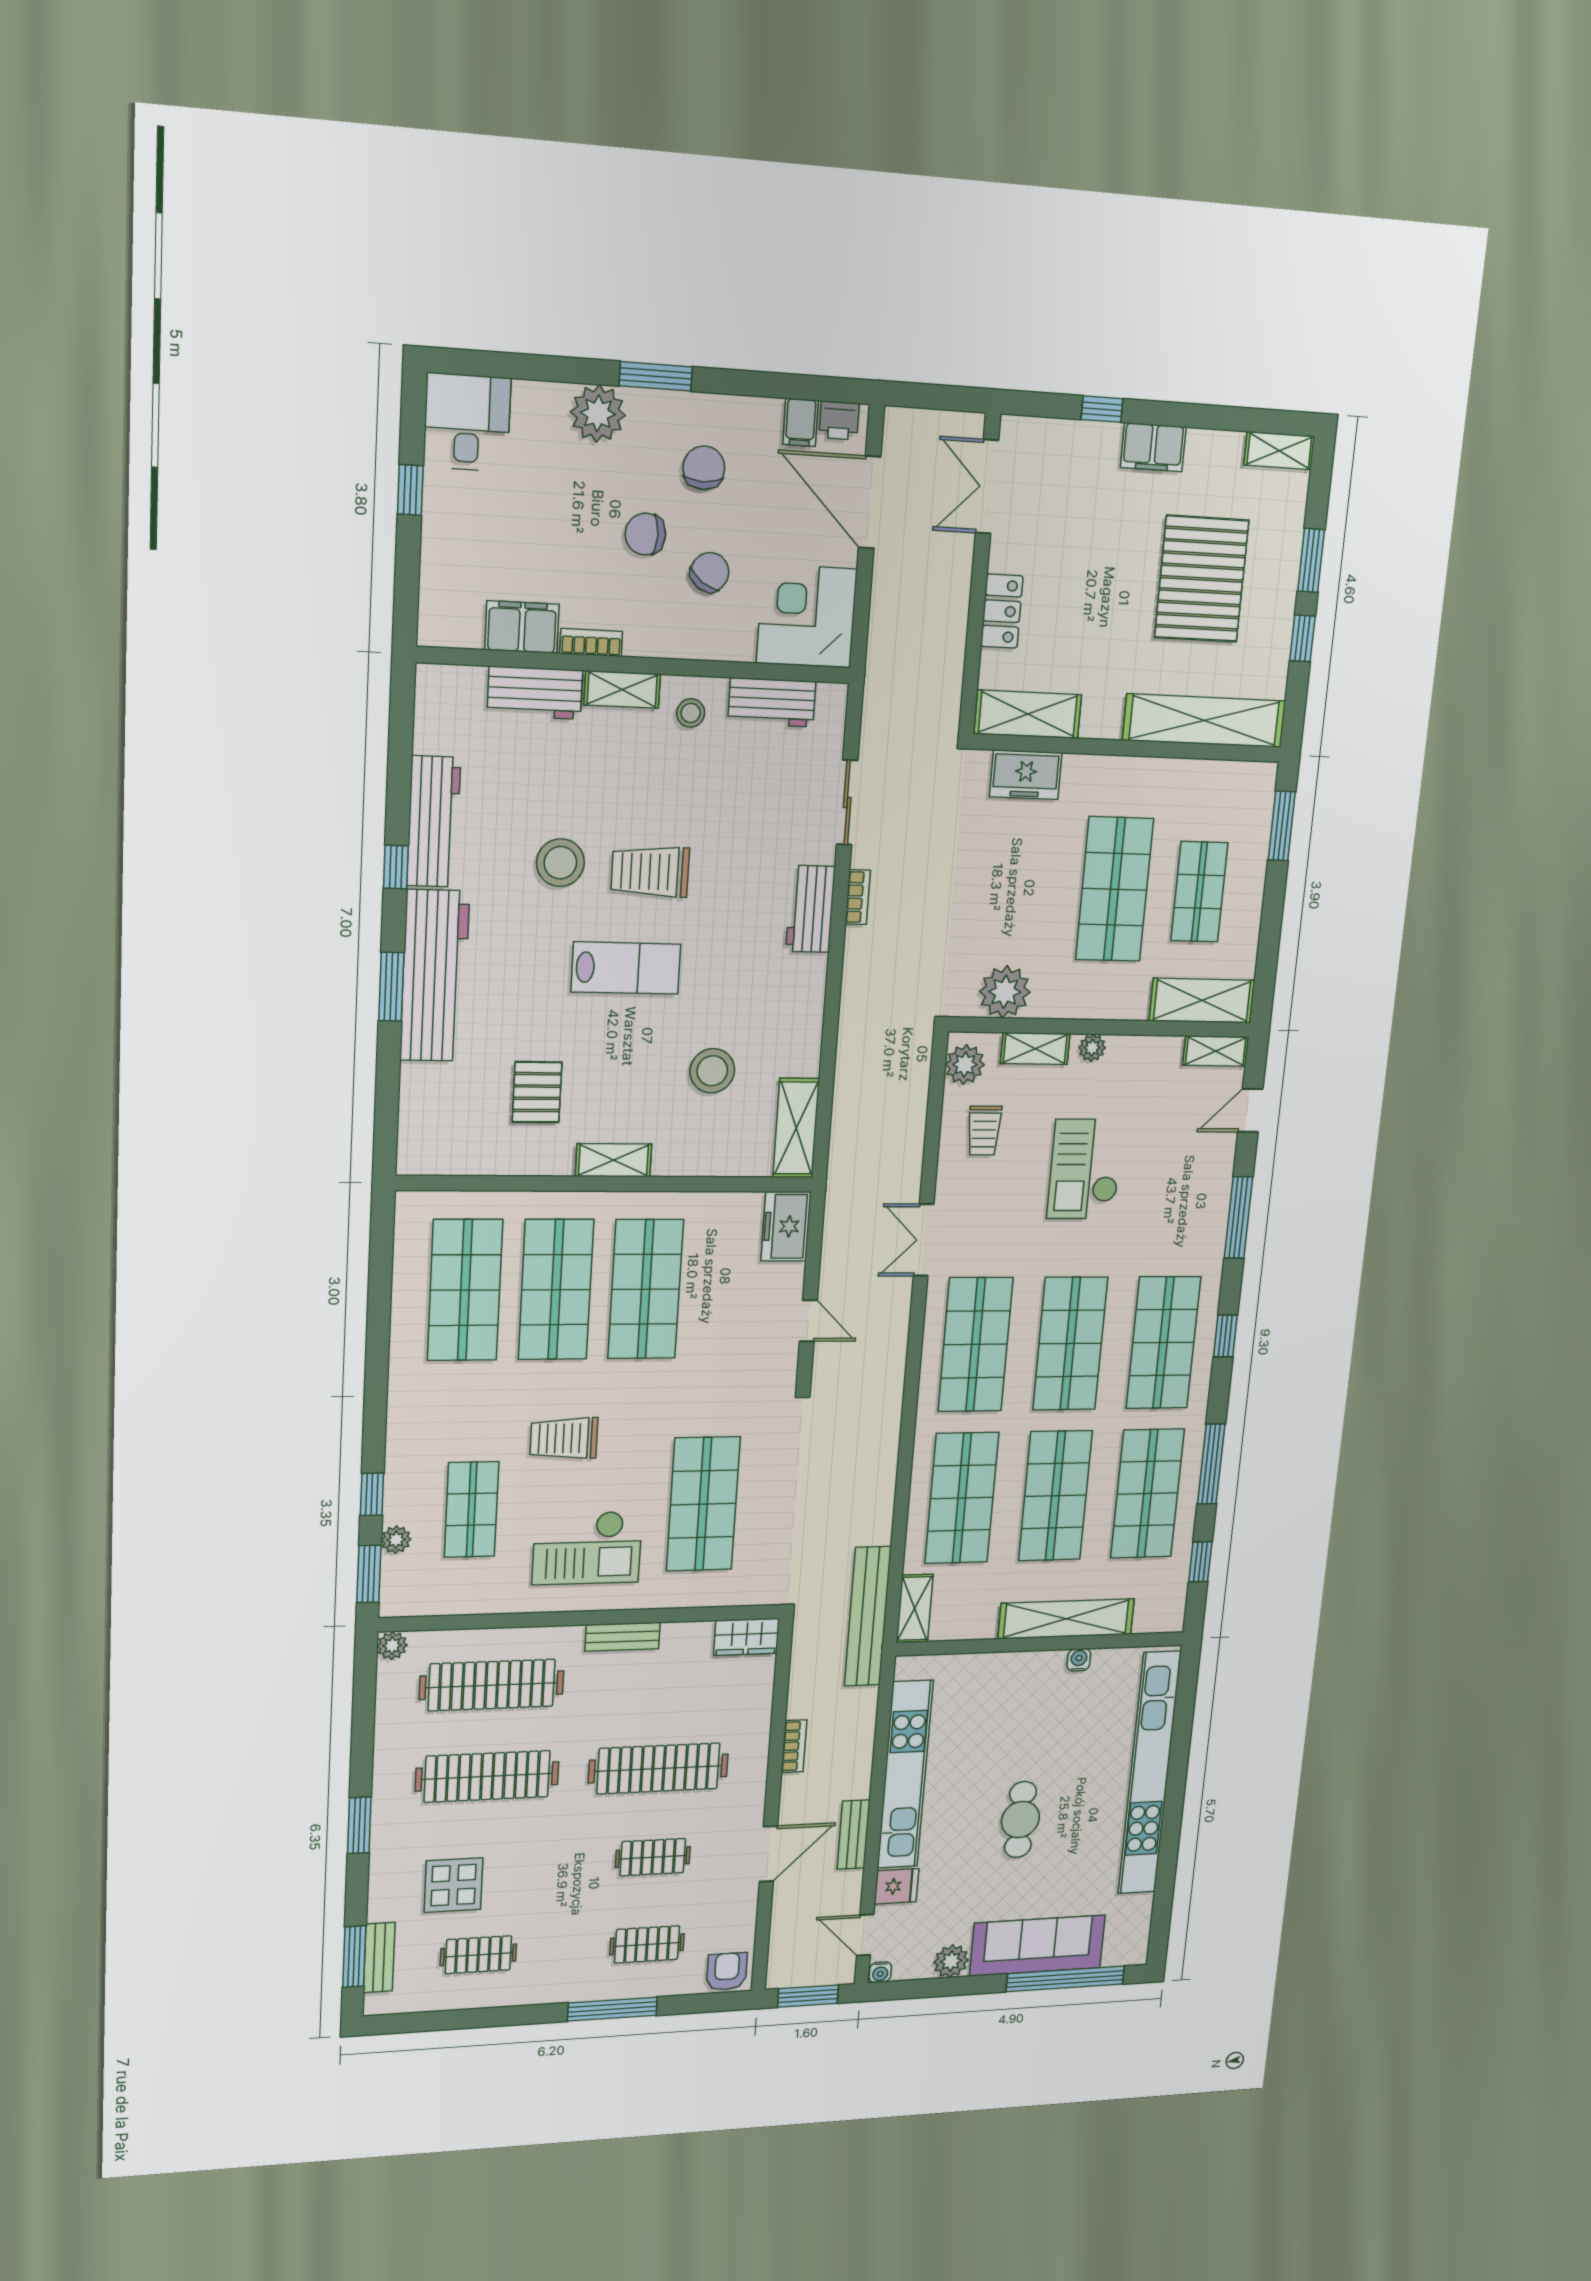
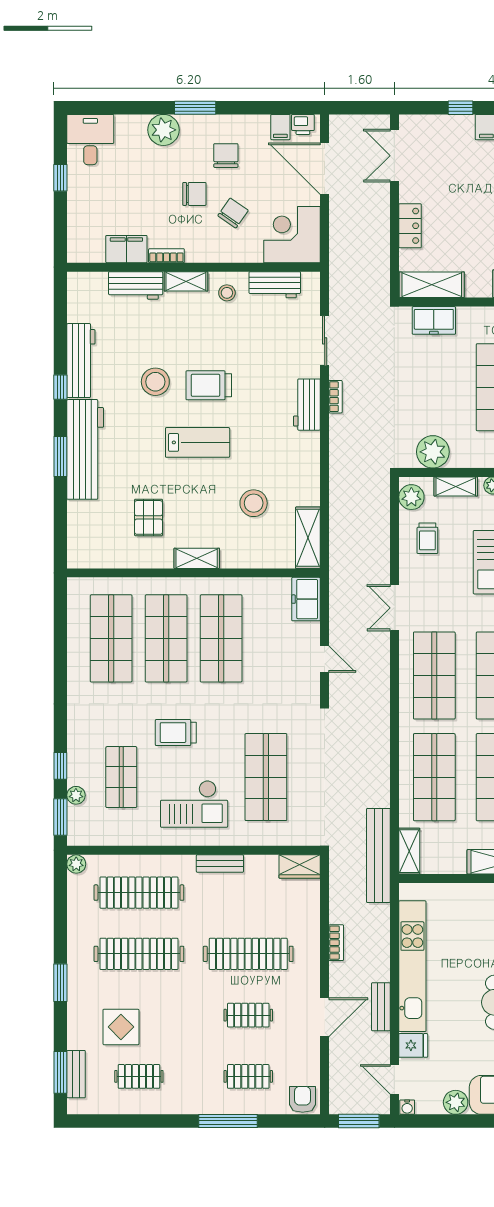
chair: (645, 534) -> (194, 194), turned 180

